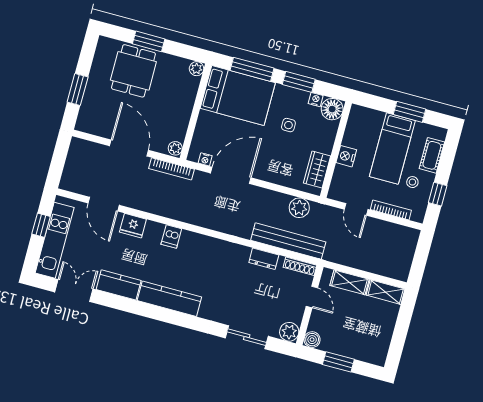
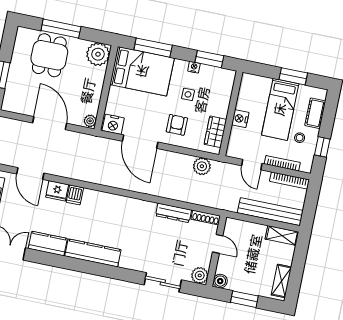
window: (149, 41) -> (61, 29), width x1.44
plant: (197, 69) -> (98, 54), width x1.88, depth x1.88
window: (299, 82) -> (209, 59), moved
nightstand: (316, 100) -> (194, 67), moved
floor lamp: (332, 109) -> (225, 78), removed
nightstand: (205, 159) -> (113, 124), width x1.89, depth x1.79
armchair: (274, 159) -> (177, 125), added
bookcase: (171, 169) -> (290, 180), moved
door: (231, 175) -> (140, 142), swing flipped
dishwasher: (171, 237) -> (75, 195), moved
bench: (288, 241) -> (270, 212), moved
dresser: (264, 259) -> (174, 213), width x1.44
shelving: (350, 282) -> (281, 281), moved, turned 90

